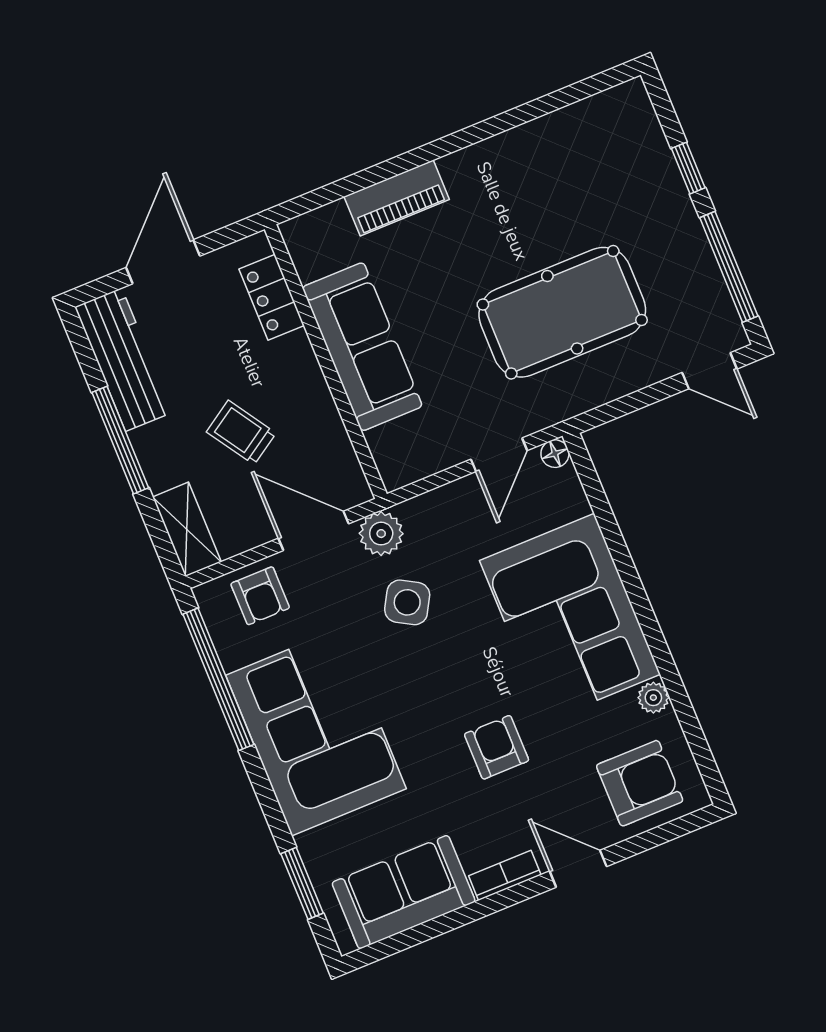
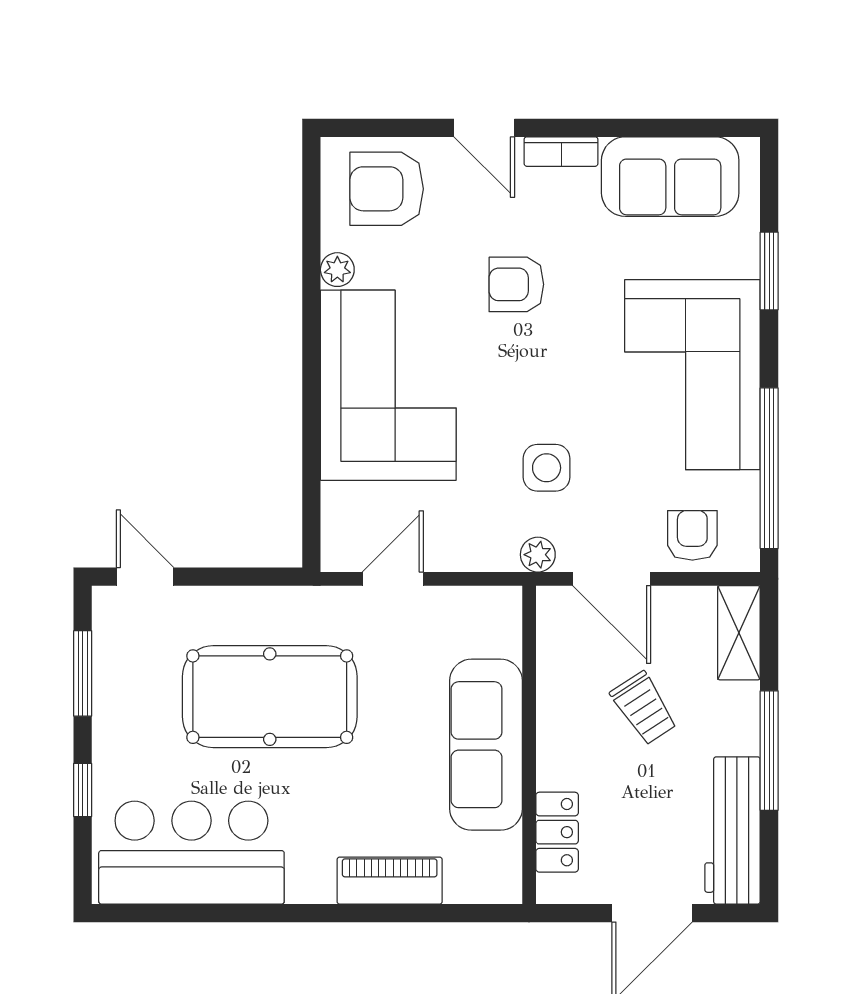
bar counter: (574, 153) -> (191, 853), added
window: (729, 267) -> (83, 673), width x0.69
floor lamp: (555, 454) -> (336, 557), removed
plant: (381, 534) -> (538, 555), width x0.73, depth x0.73
side table: (407, 602) -> (547, 468), turned -30
armchair: (497, 747) -> (516, 284), turned 90
window: (302, 883) -> (769, 271), moved

